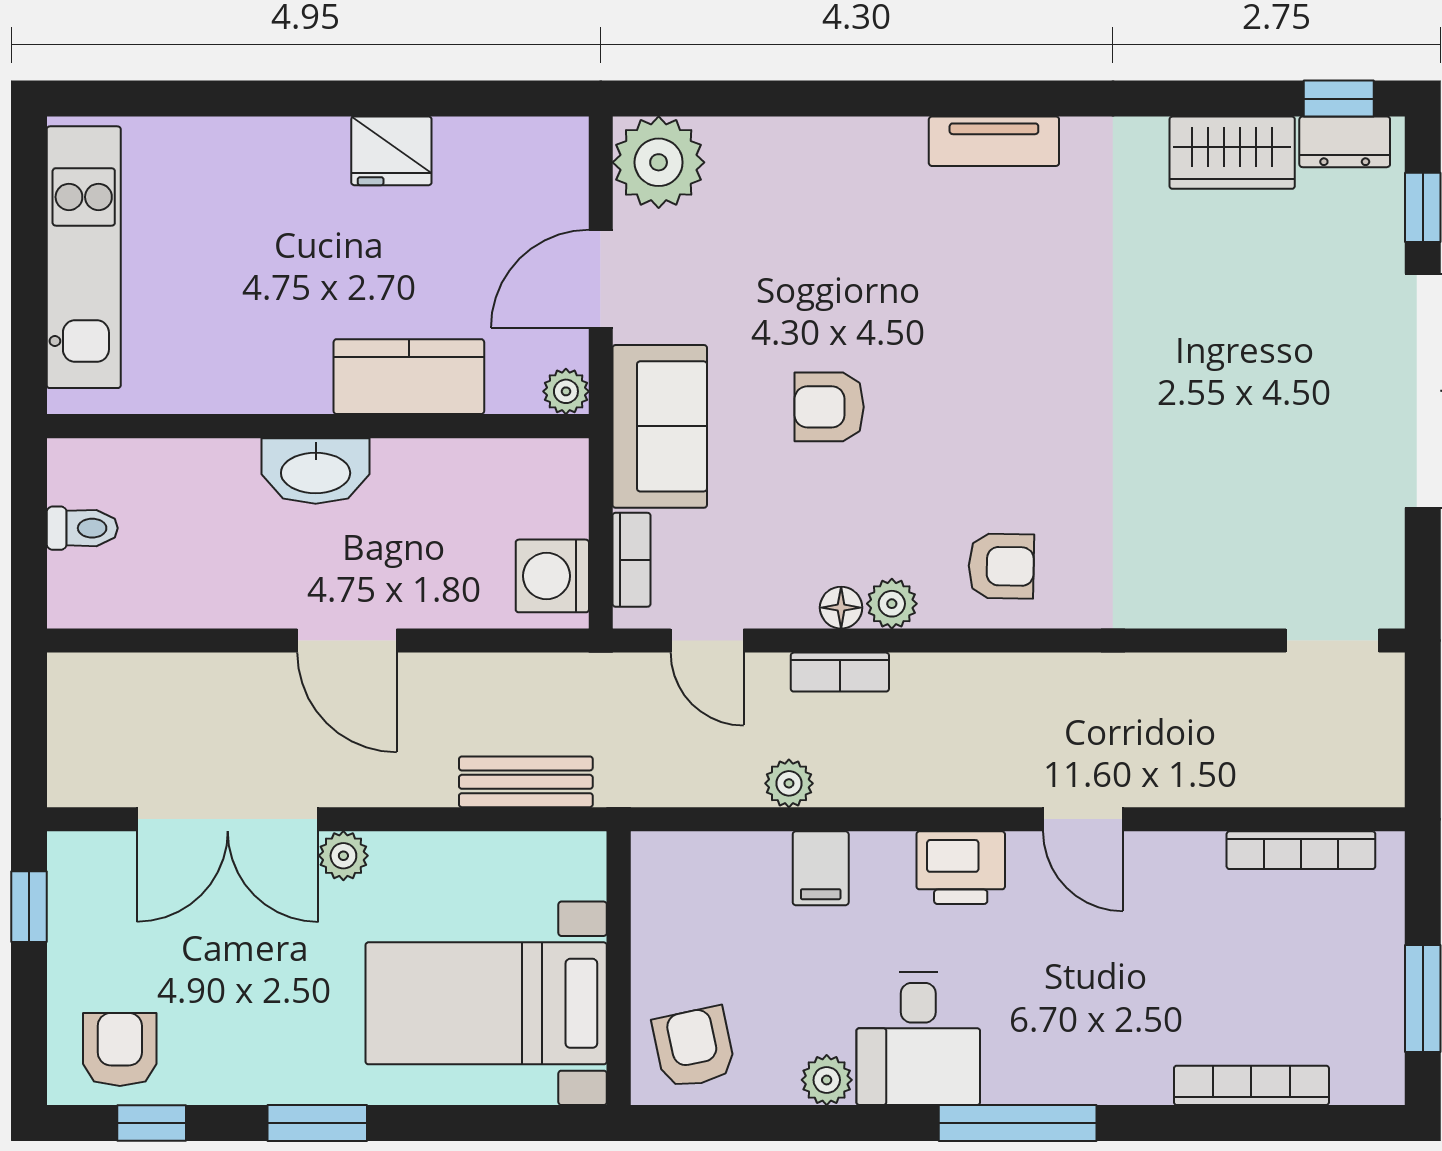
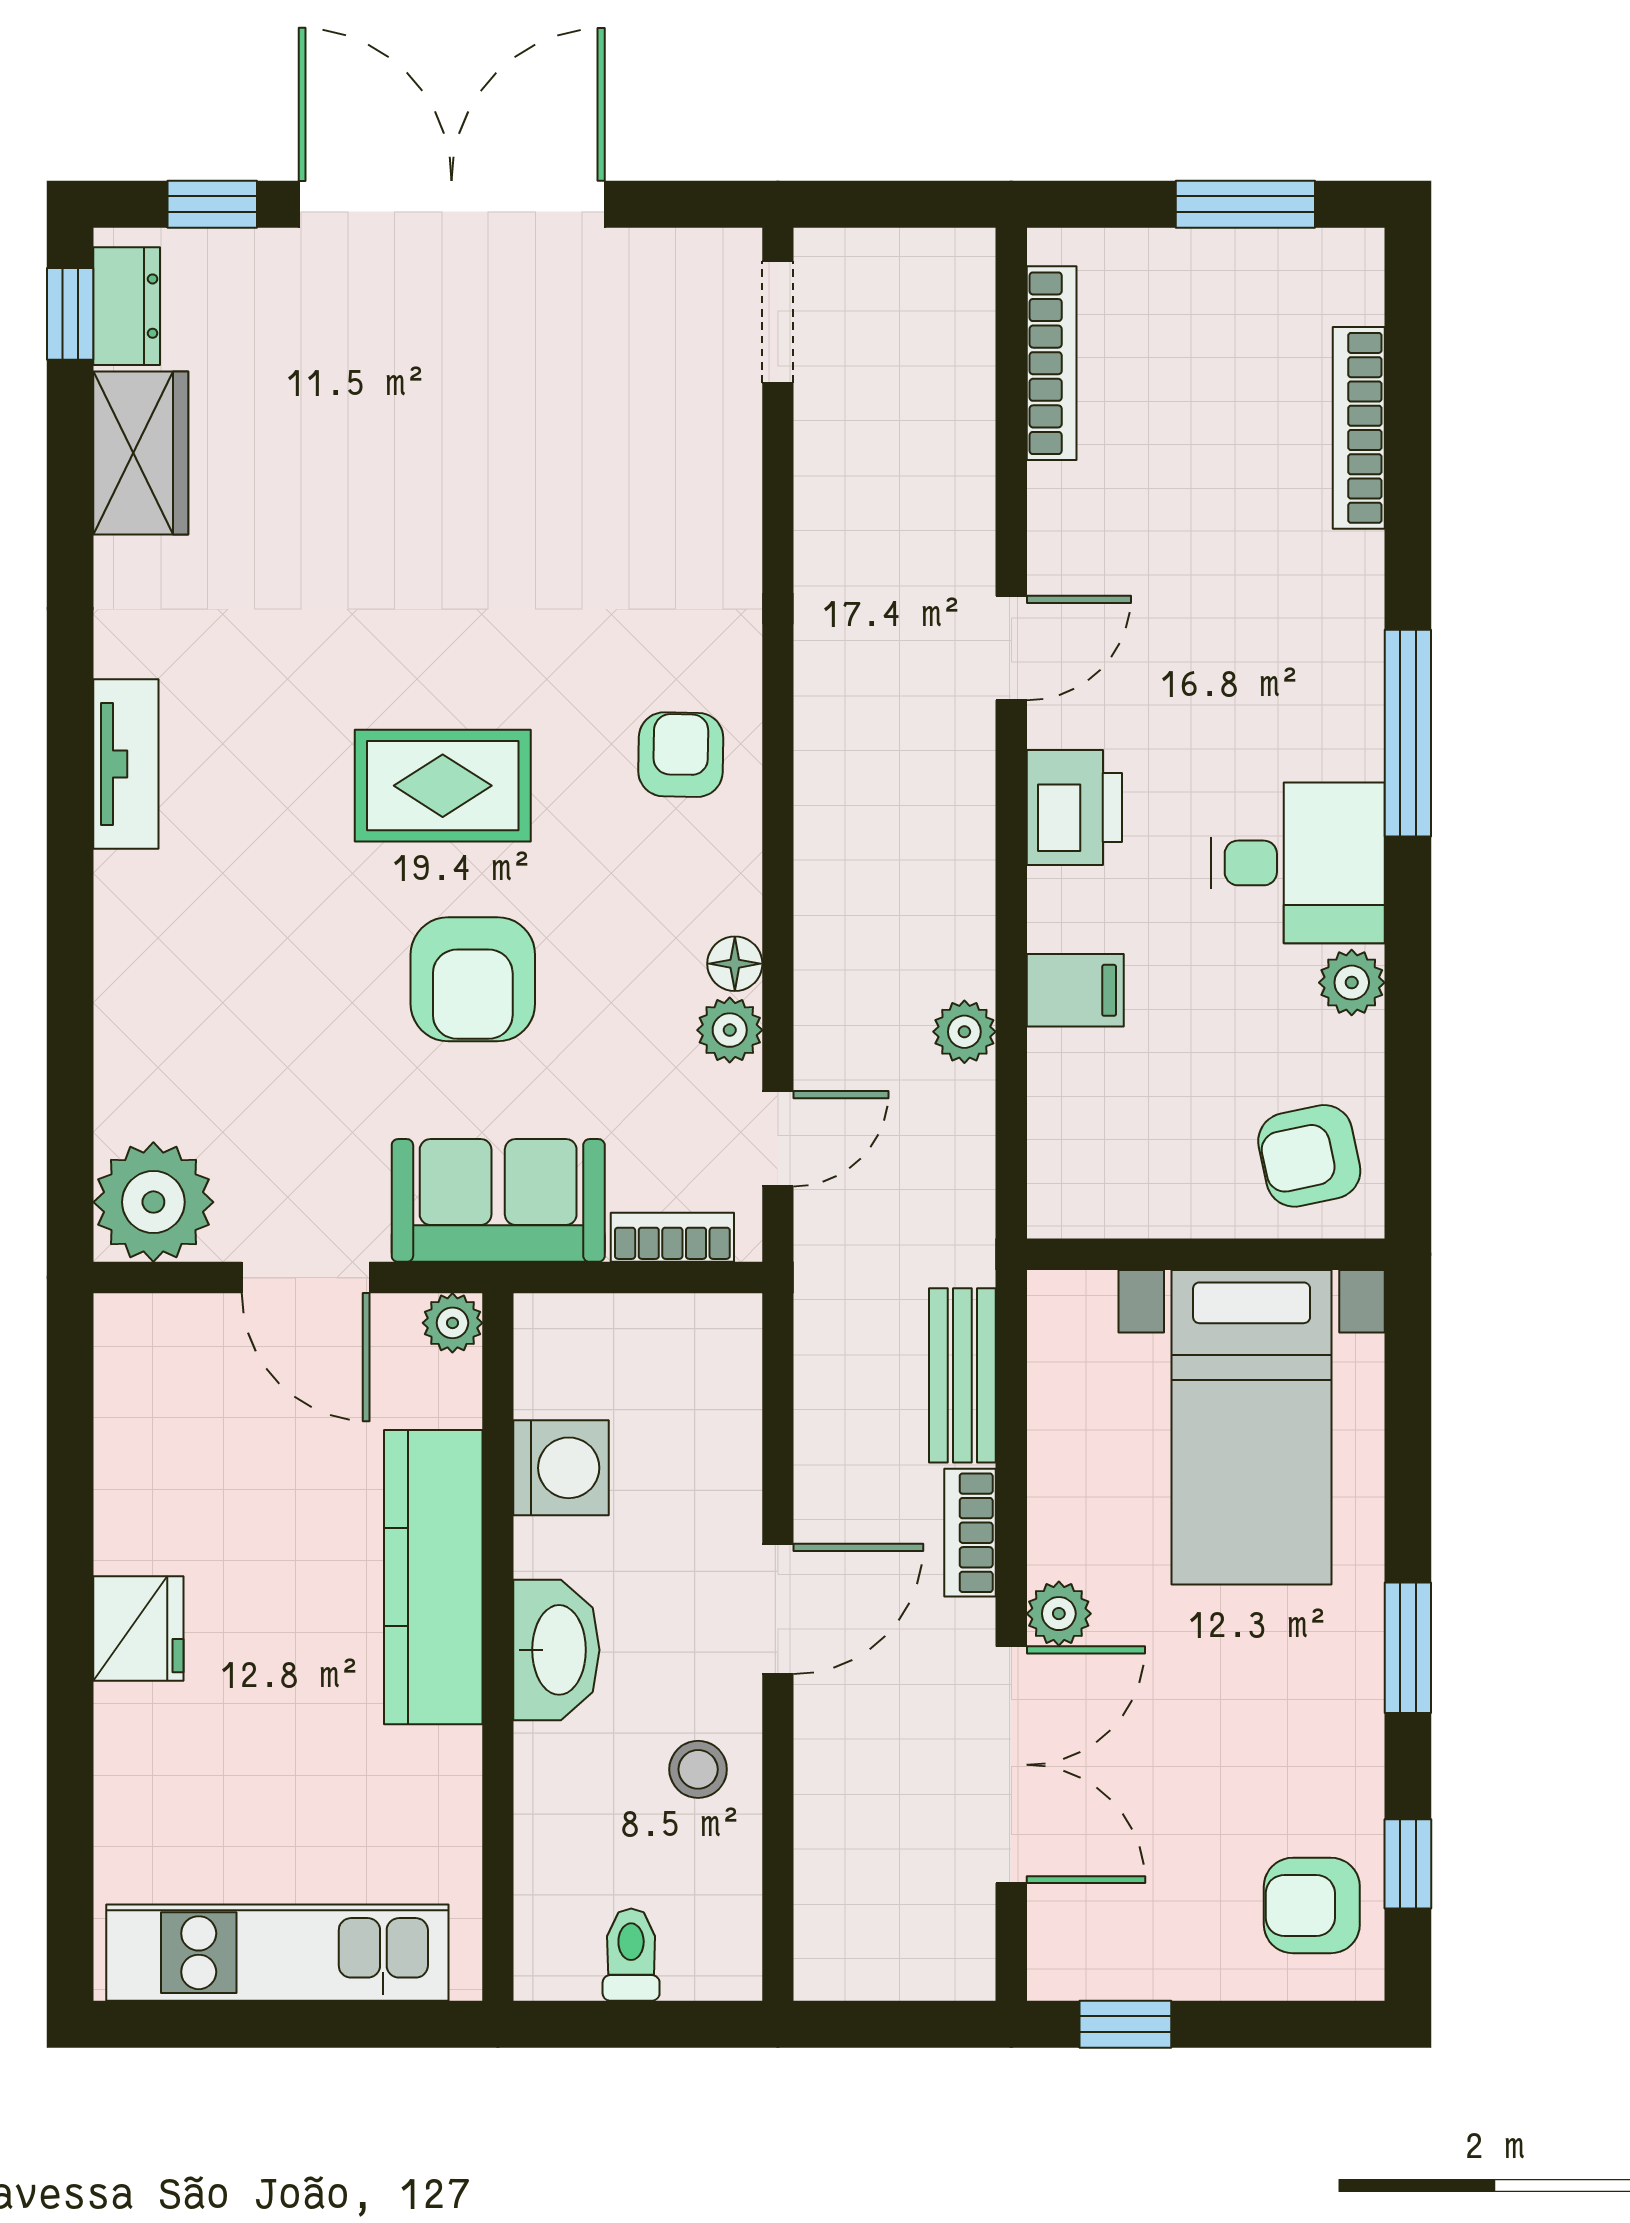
fridge: (391, 151) -> (138, 1628), moved
kitchen counter: (409, 377) -> (433, 1577), width x1.50
rug: (977, 384) -> (443, 786), added
armchair: (829, 407) -> (473, 979), width x1.38, depth x1.38
washing machine: (552, 576) -> (561, 1468), moved, turned -90
stool: (224, 579) -> (698, 1769), added
plant: (892, 604) -> (730, 1030), moved
bookcase: (840, 672) -> (970, 1533), moved, turned 180

